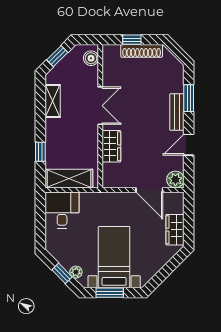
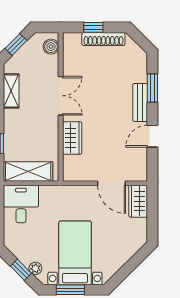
plant: (175, 179) -> (139, 172), removed
wardrobe: (175, 230) -> (138, 201), moved

